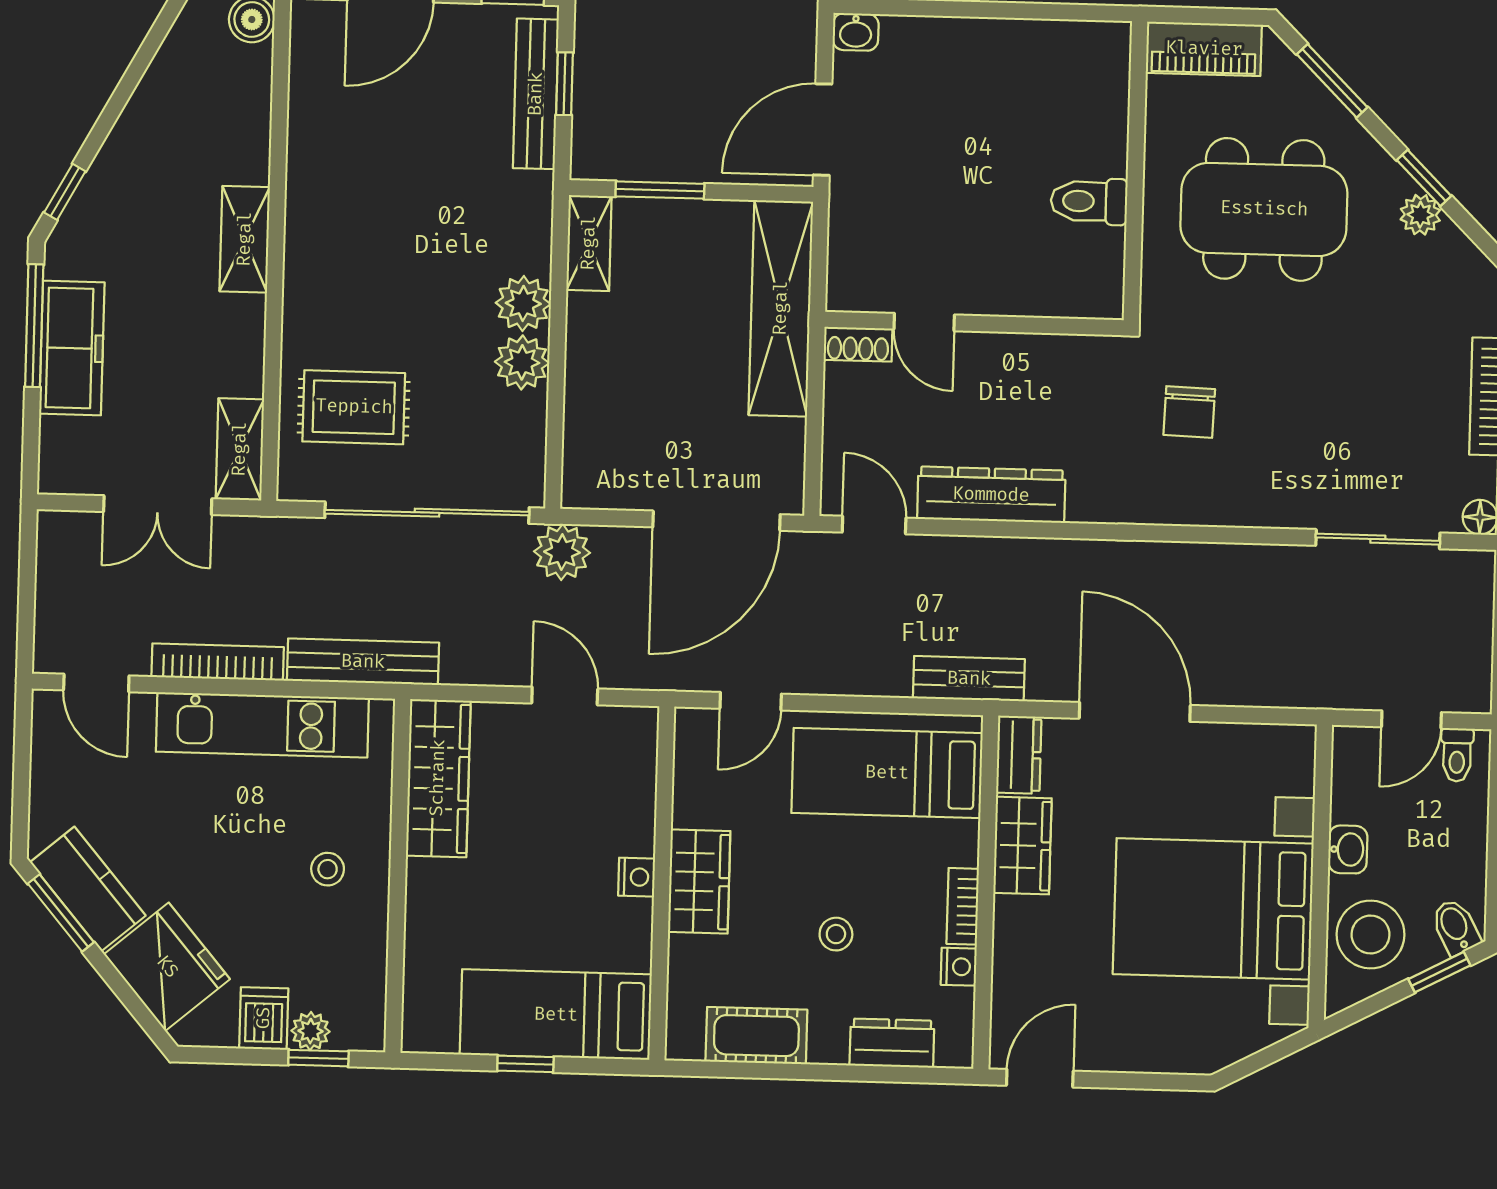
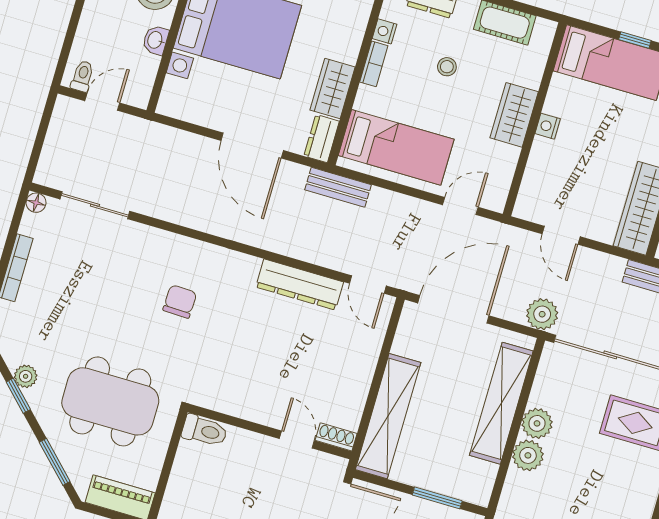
shelving: (589, 243) -> (501, 403), moved, width x2.20, depth x1.33
door: (924, 322) -> (297, 440), moved
wall: (974, 323) -> (270, 432), moved
shoe rack: (858, 344) -> (336, 437), moved

